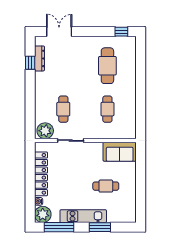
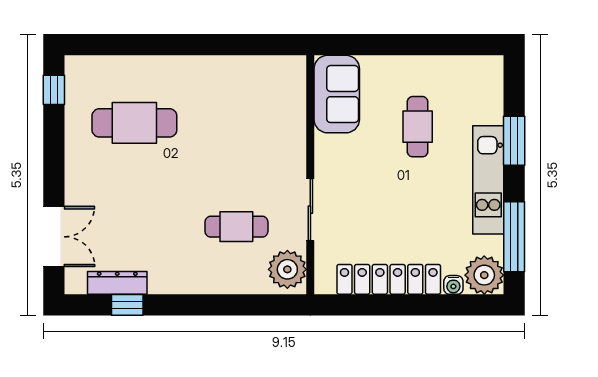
double door: (59, 32) -> (54, 237), swing flipped
cafe table: (107, 109) -> (236, 123), removed

